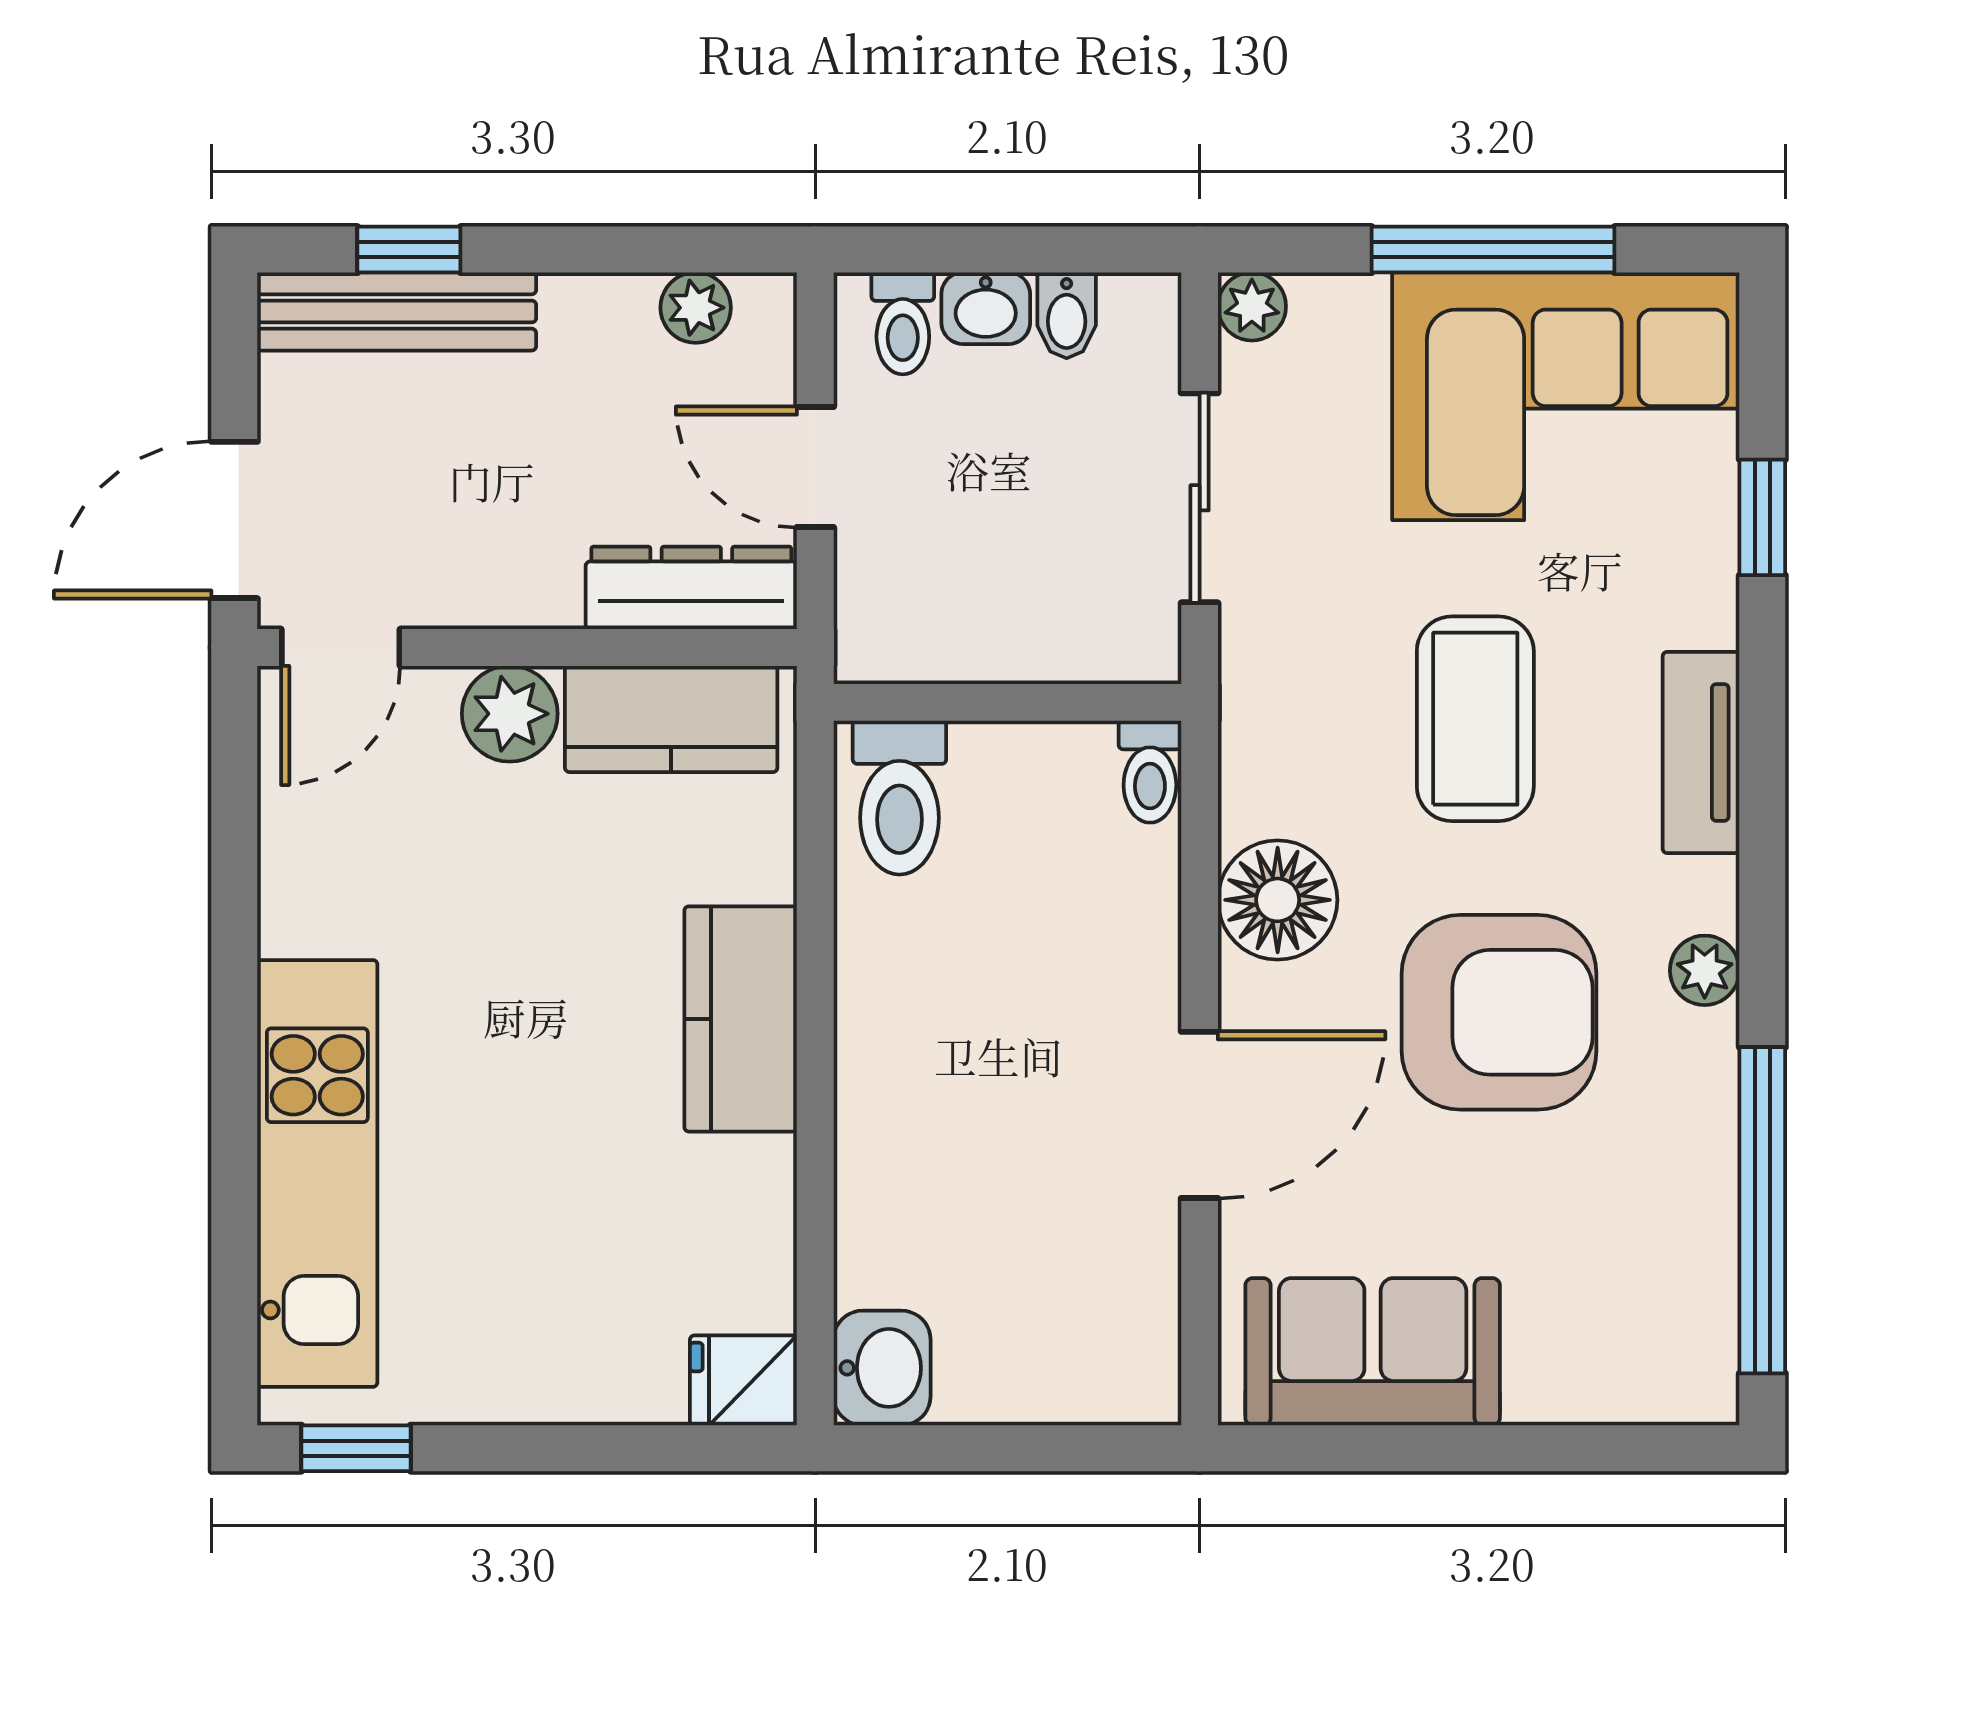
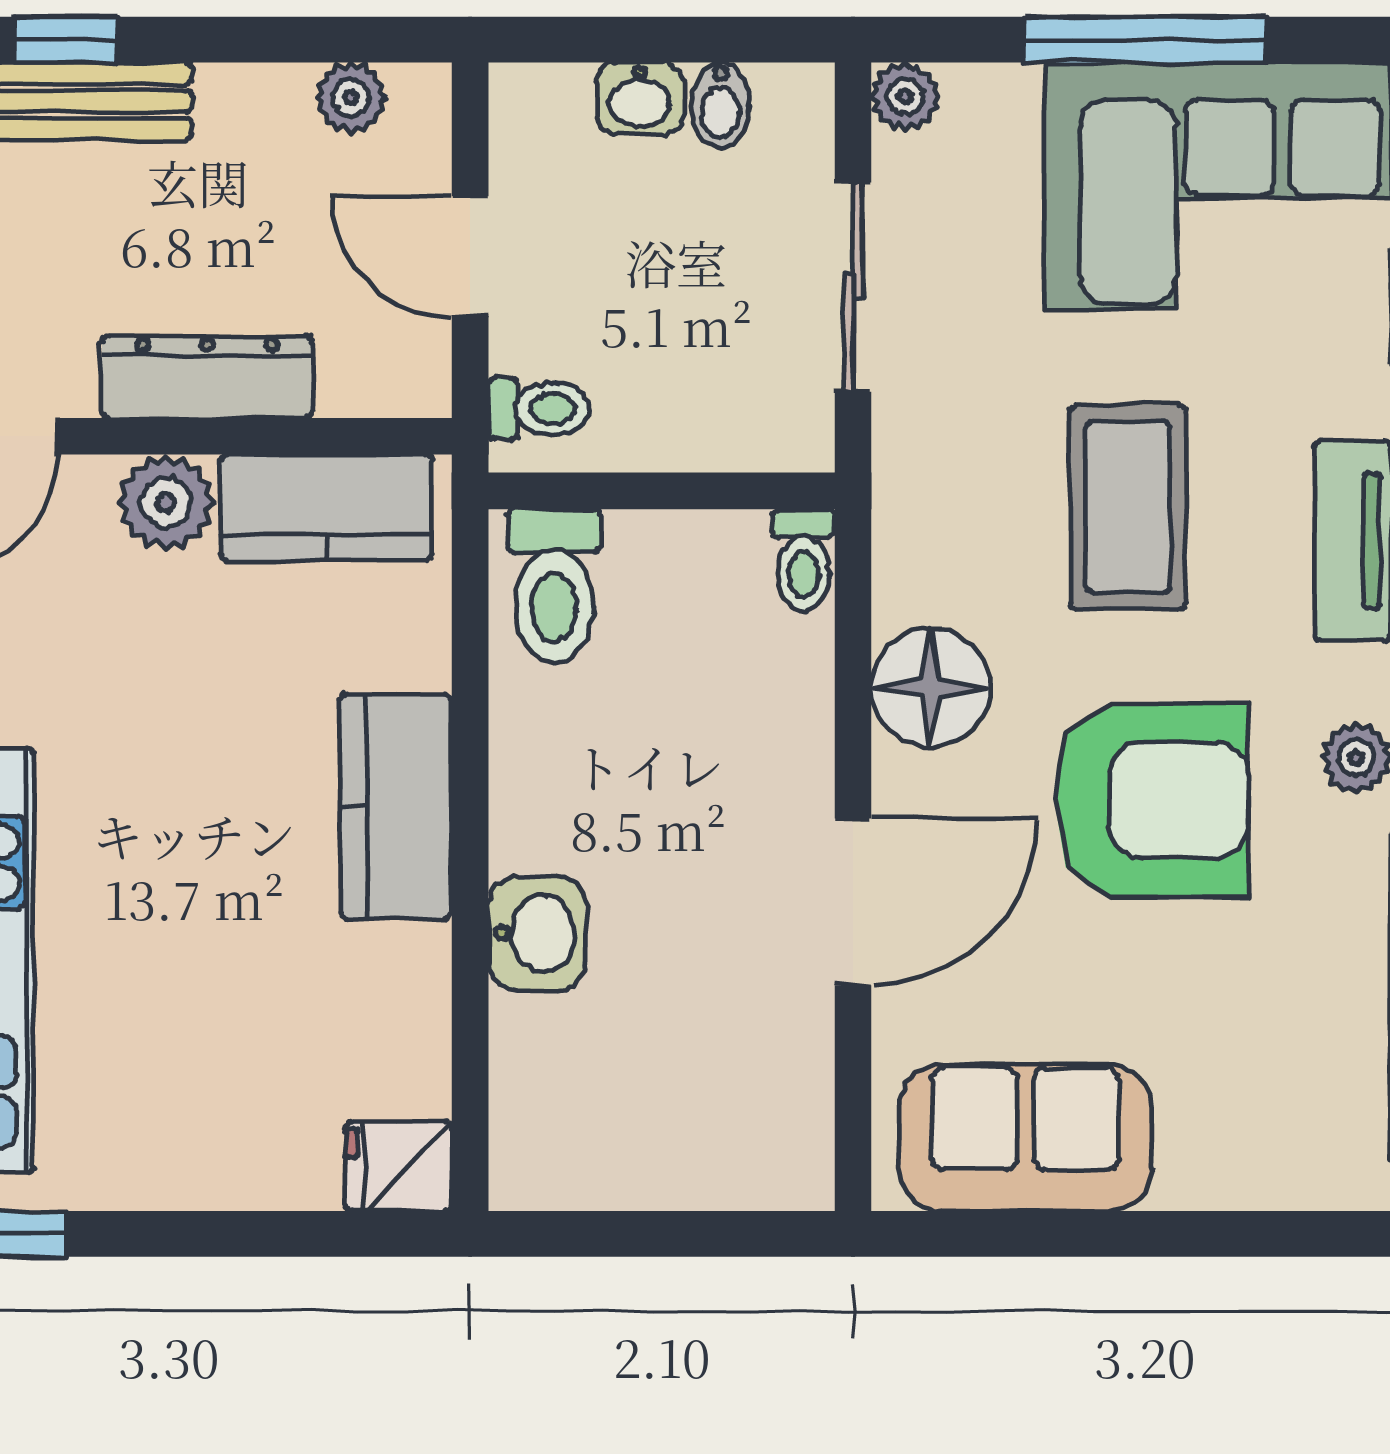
toilet: (903, 323) -> (539, 409), moved, turned -90
dresser: (691, 588) -> (207, 377), moved
washbasin: (882, 1368) -> (537, 933), moved

